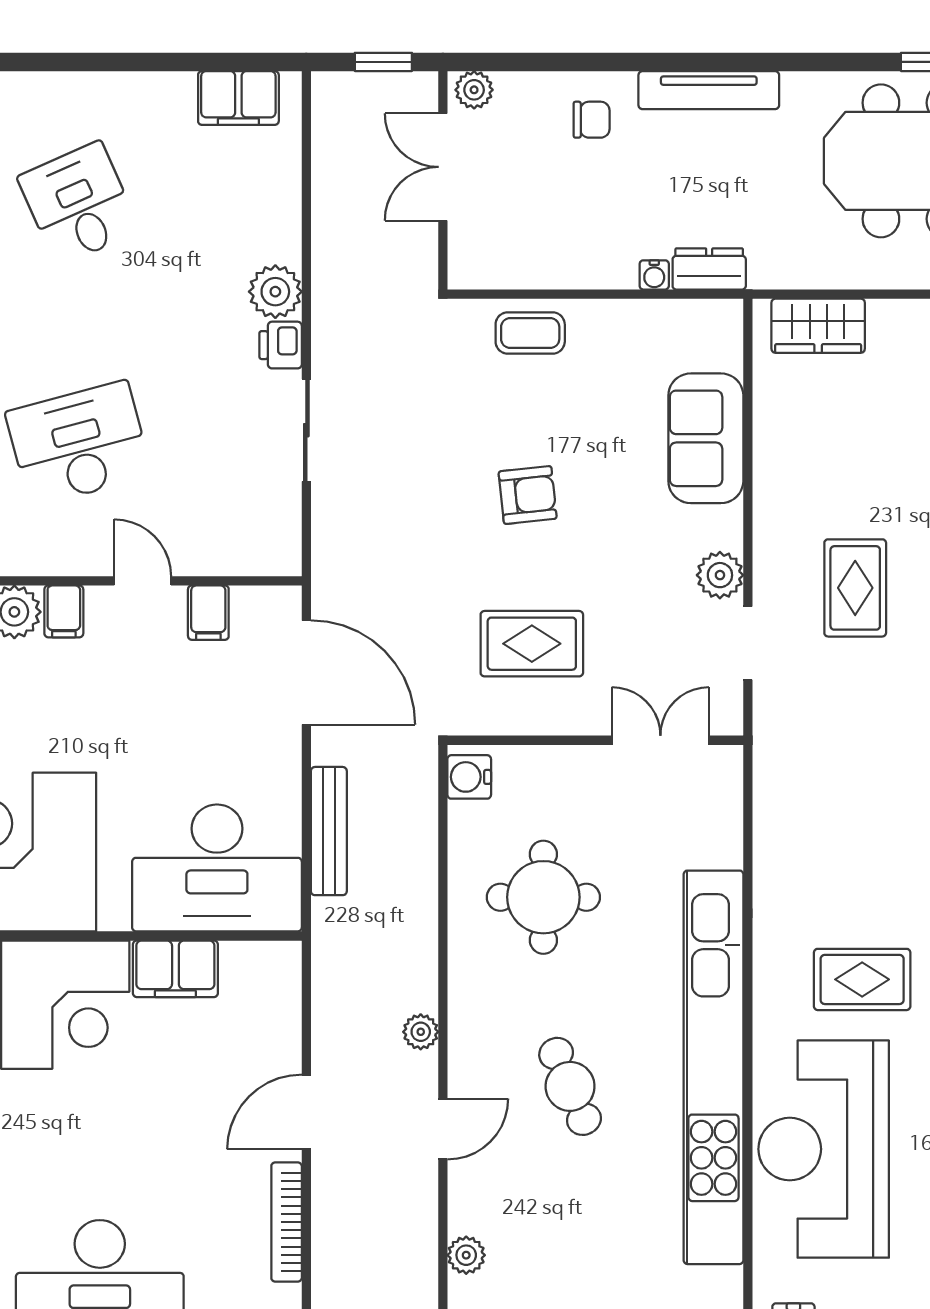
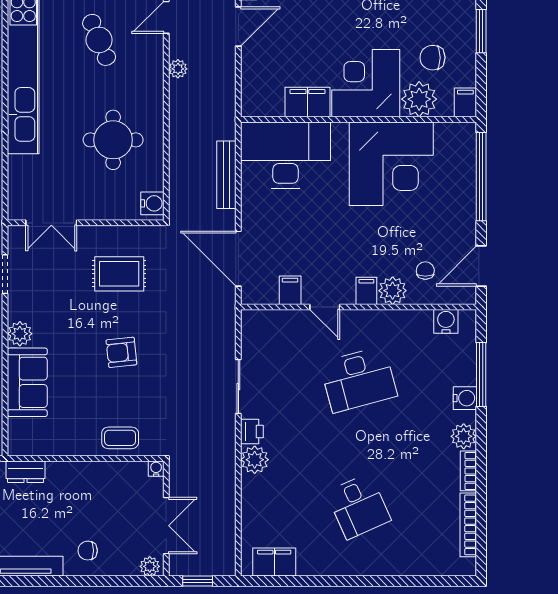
water cooler: (654, 275) -> (156, 469), moved
plant: (720, 575) -> (20, 334), moved

